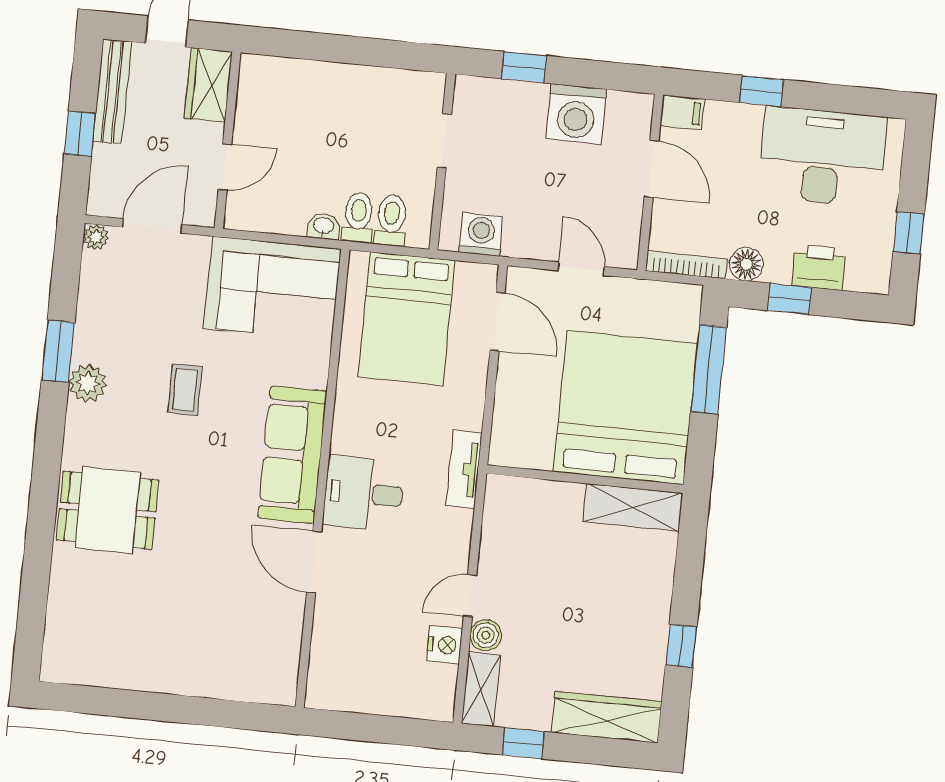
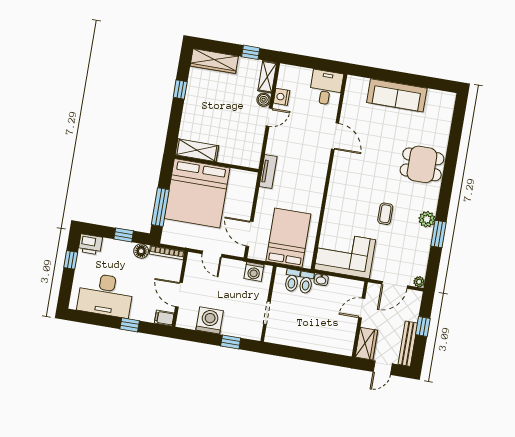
printer: (819, 267) -> (90, 244), moved
sofa: (292, 455) -> (397, 95), moved, turned 90
desk: (364, 493) -> (326, 88), moved, turned -90

